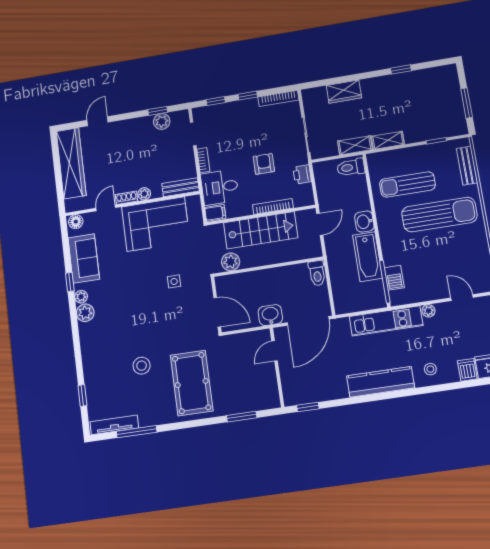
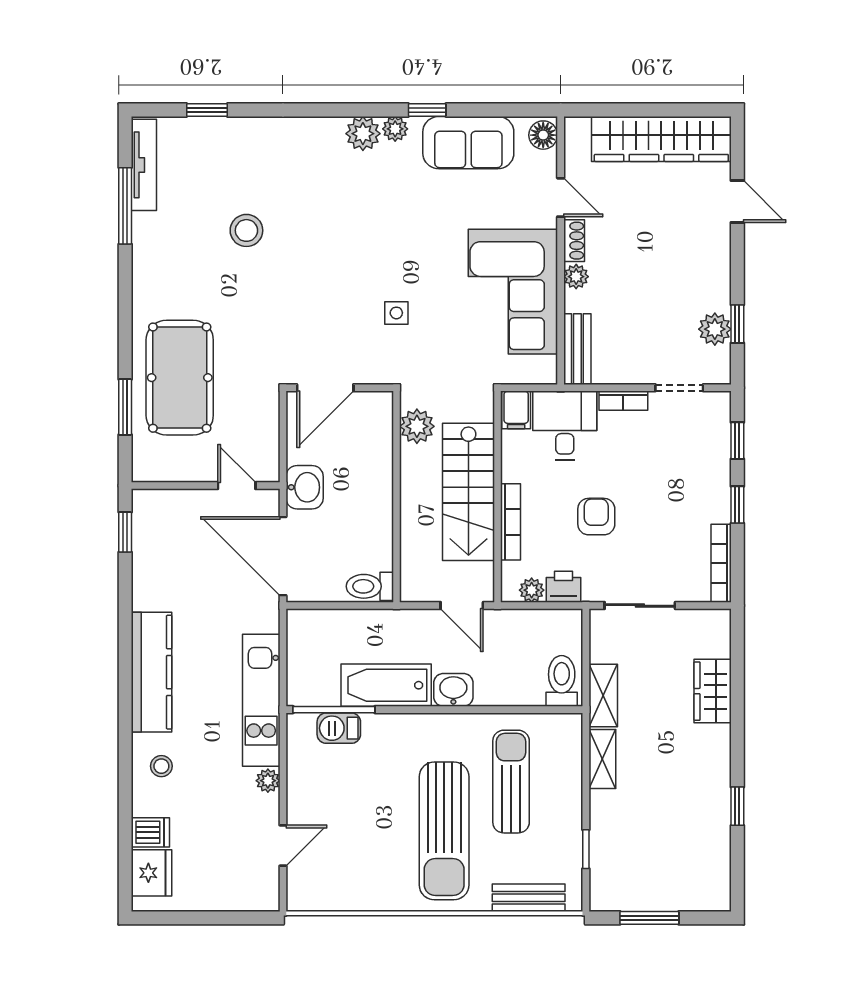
armchair: (264, 164) -> (596, 517), turned -90
plant: (306, 190) -> (532, 590), added
pool table: (192, 383) -> (180, 378), moved, turned 90

